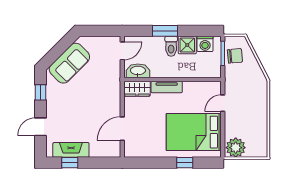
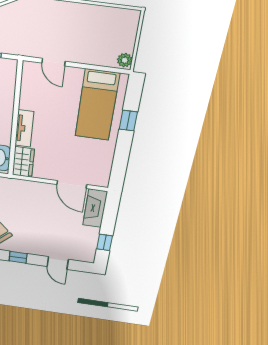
bed: (194, 132) -> (97, 105), width x0.67
plant: (236, 148) -> (125, 60), width x0.53, depth x0.53
fireplace: (71, 150) -> (95, 208), moved

